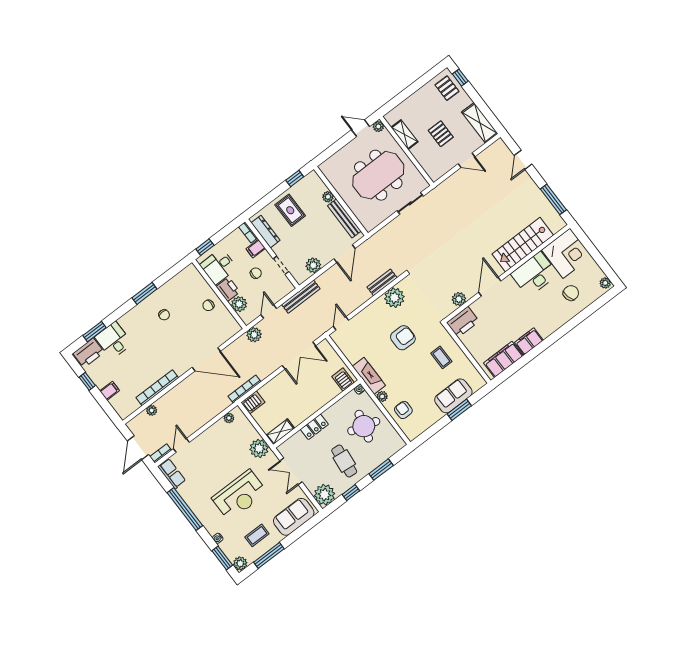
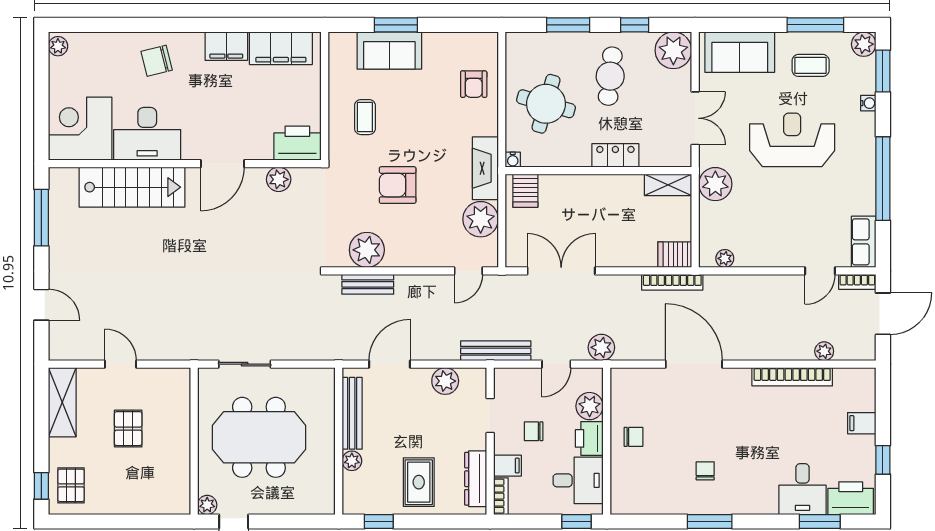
shelving: (405, 135) -> (179, 466), removed
door: (523, 160) -> (41, 305), hinge flipped
chair: (571, 293) -> (157, 61), moved
plant: (382, 396) -> (481, 219), moved, width x1.88, depth x1.88

